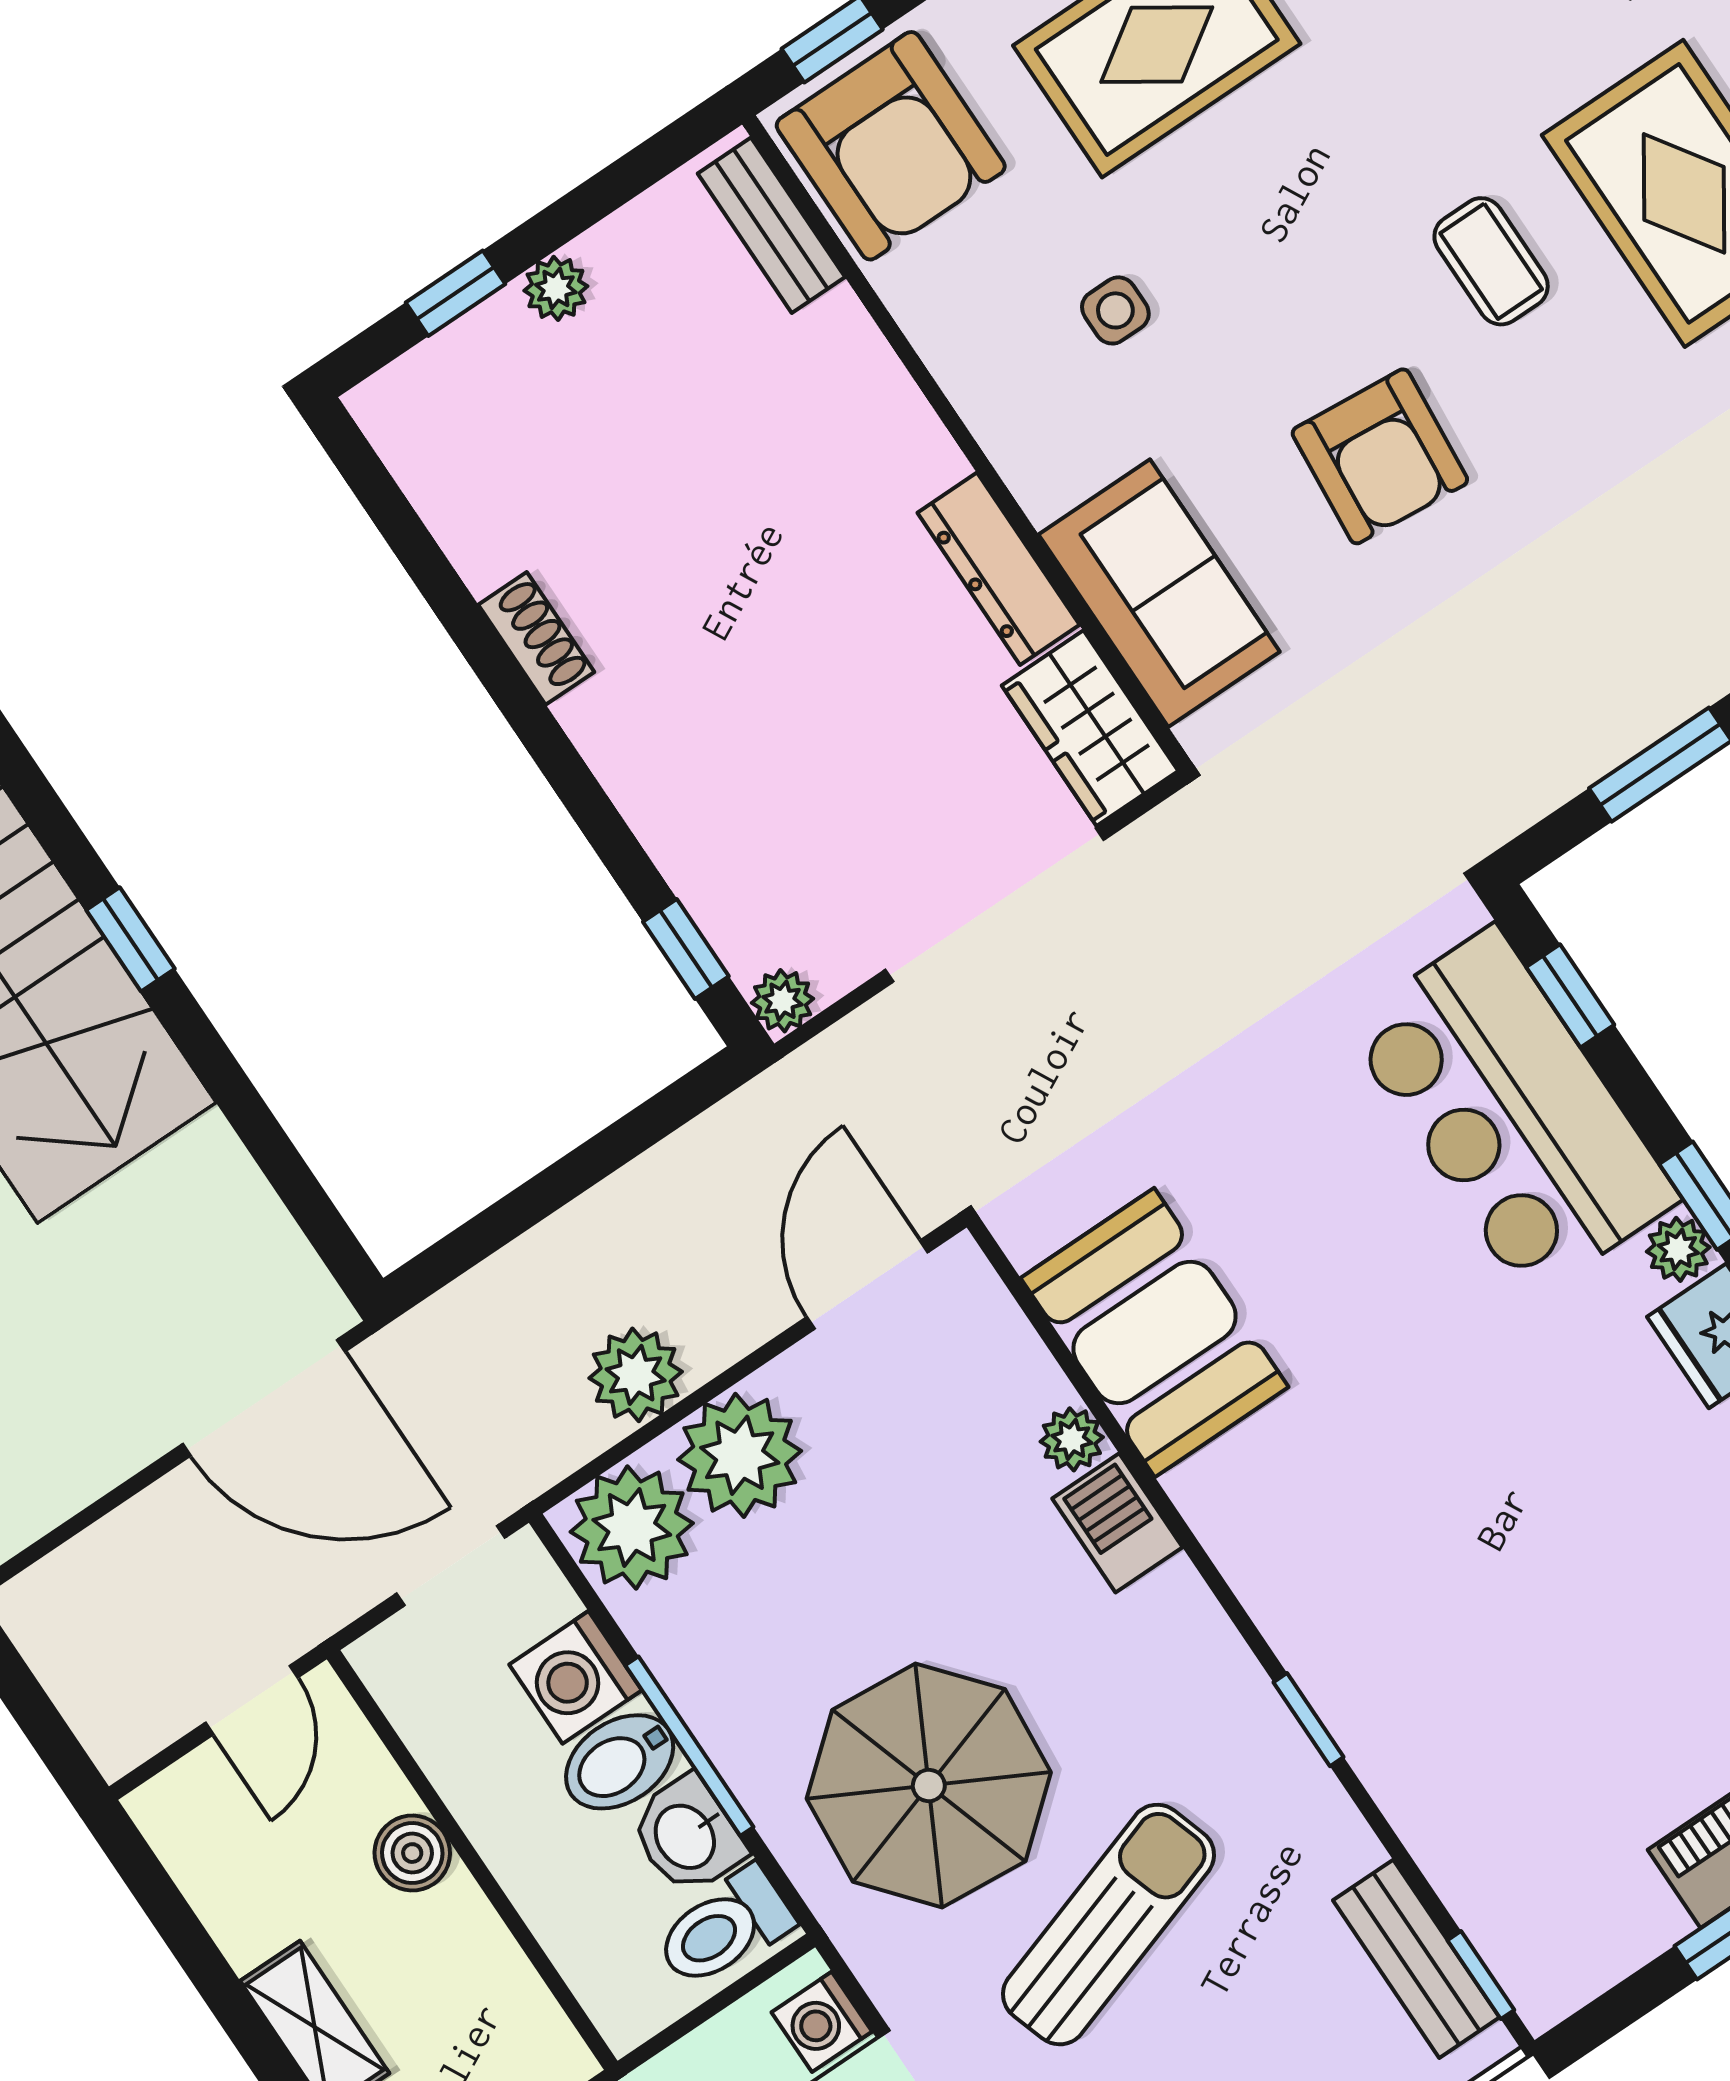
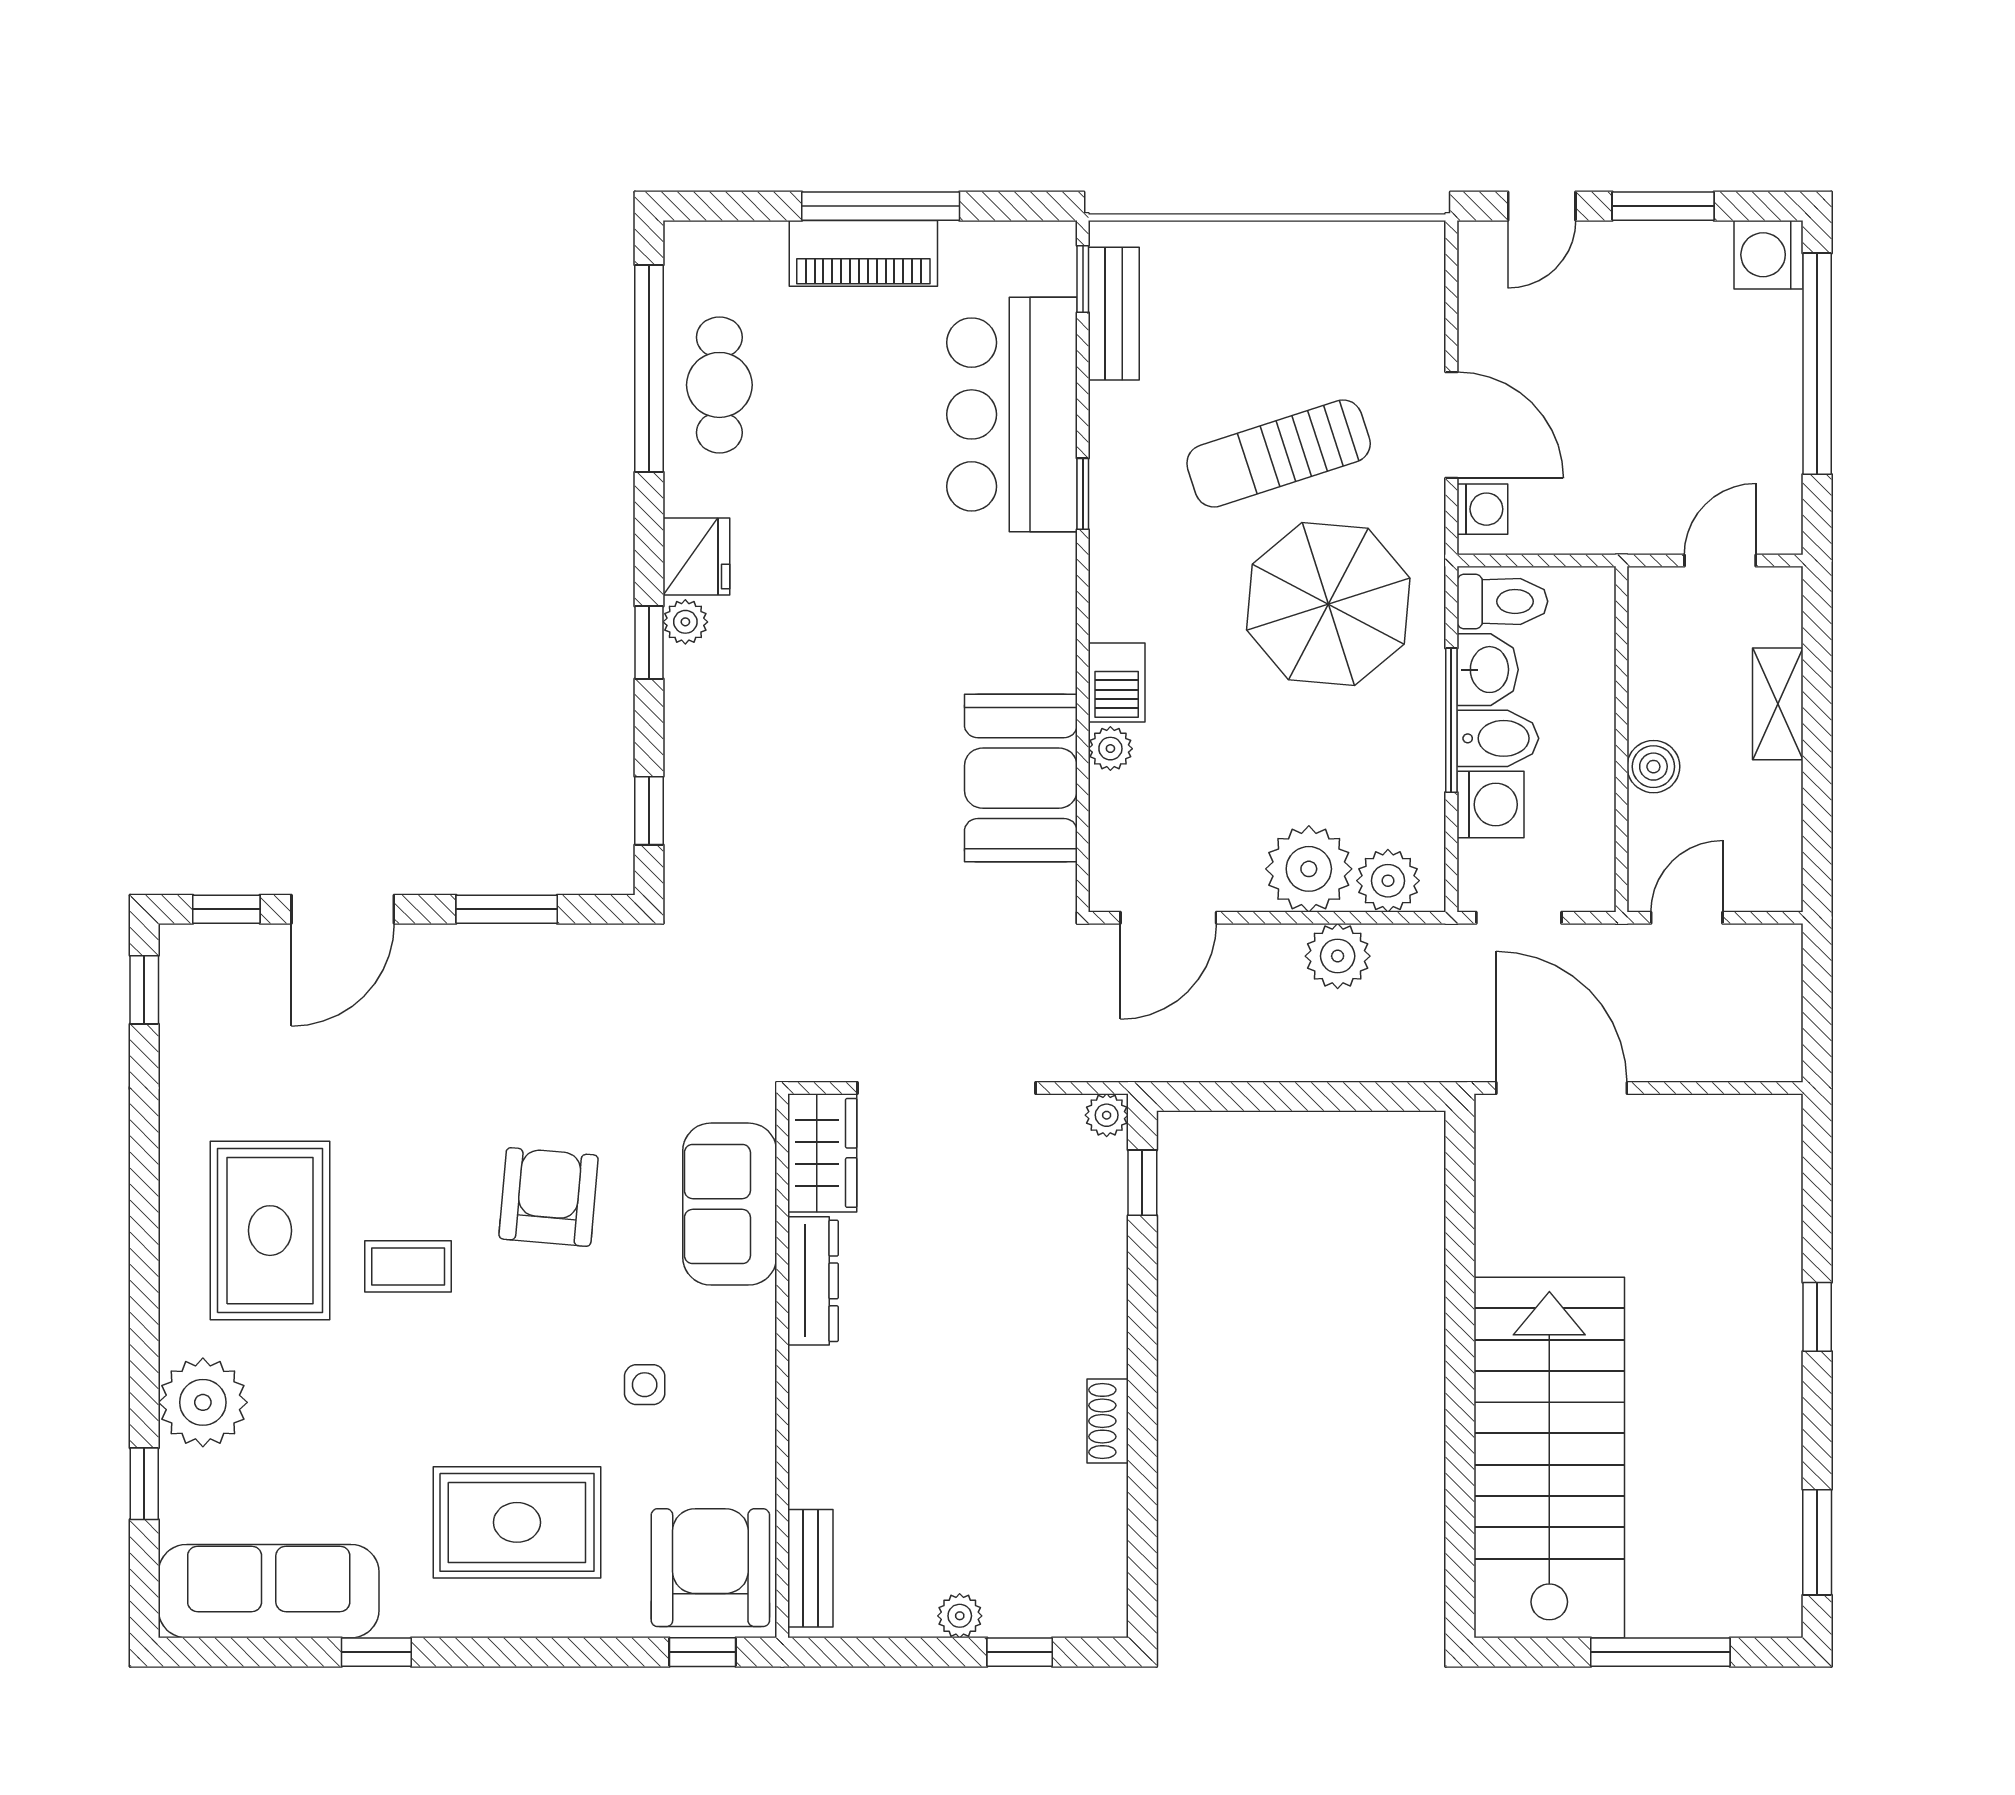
coffee table: (1491, 261) -> (408, 1266), turned 90
window: (130, 939) -> (1460, 1405), removed
bar counter: (1512, 1113) -> (1012, 414), moved, turned 180
plant: (632, 1527) -> (1388, 881), width x0.73, depth x0.73

